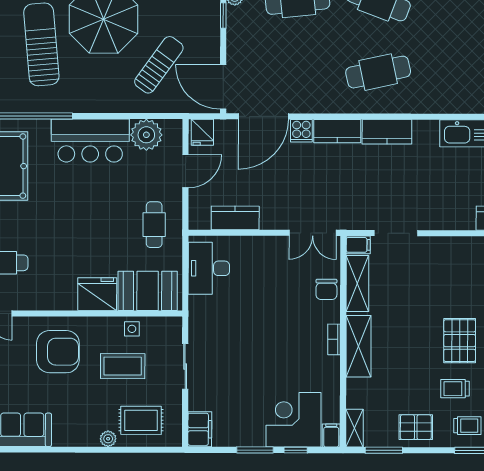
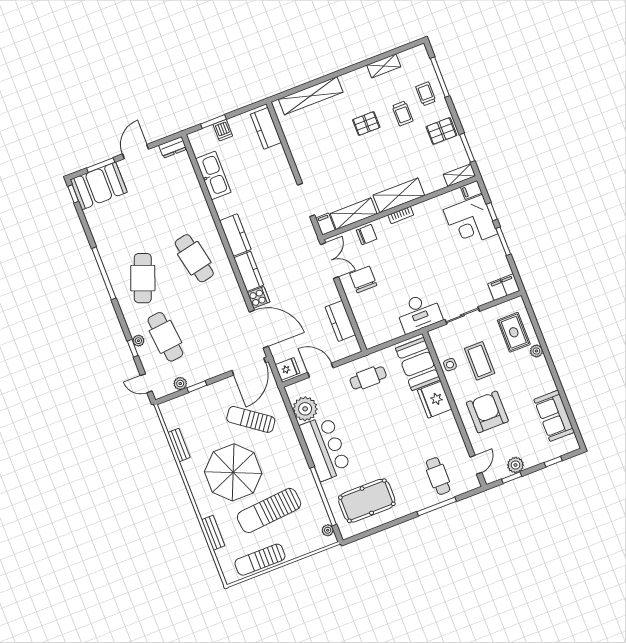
chair: (274, 265) -> (363, 279), added
desk: (209, 268) -> (419, 313), moved
pallet: (460, 341) -> (366, 124), width x0.67, depth x0.71
pallet: (416, 427) -> (441, 131), turned 90

